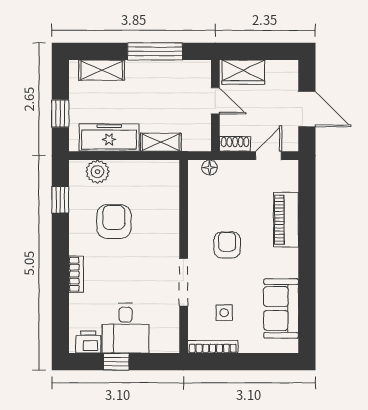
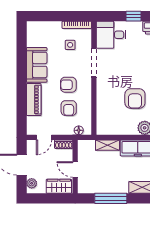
plant: (290, 77) -> (32, 183), added
armchair: (227, 205) -> (69, 108), added
armchair: (227, 245) -> (68, 85), turned 90
sofa: (281, 308) -> (37, 65), moved
desk: (125, 328) -> (111, 35), moved, turned -90

